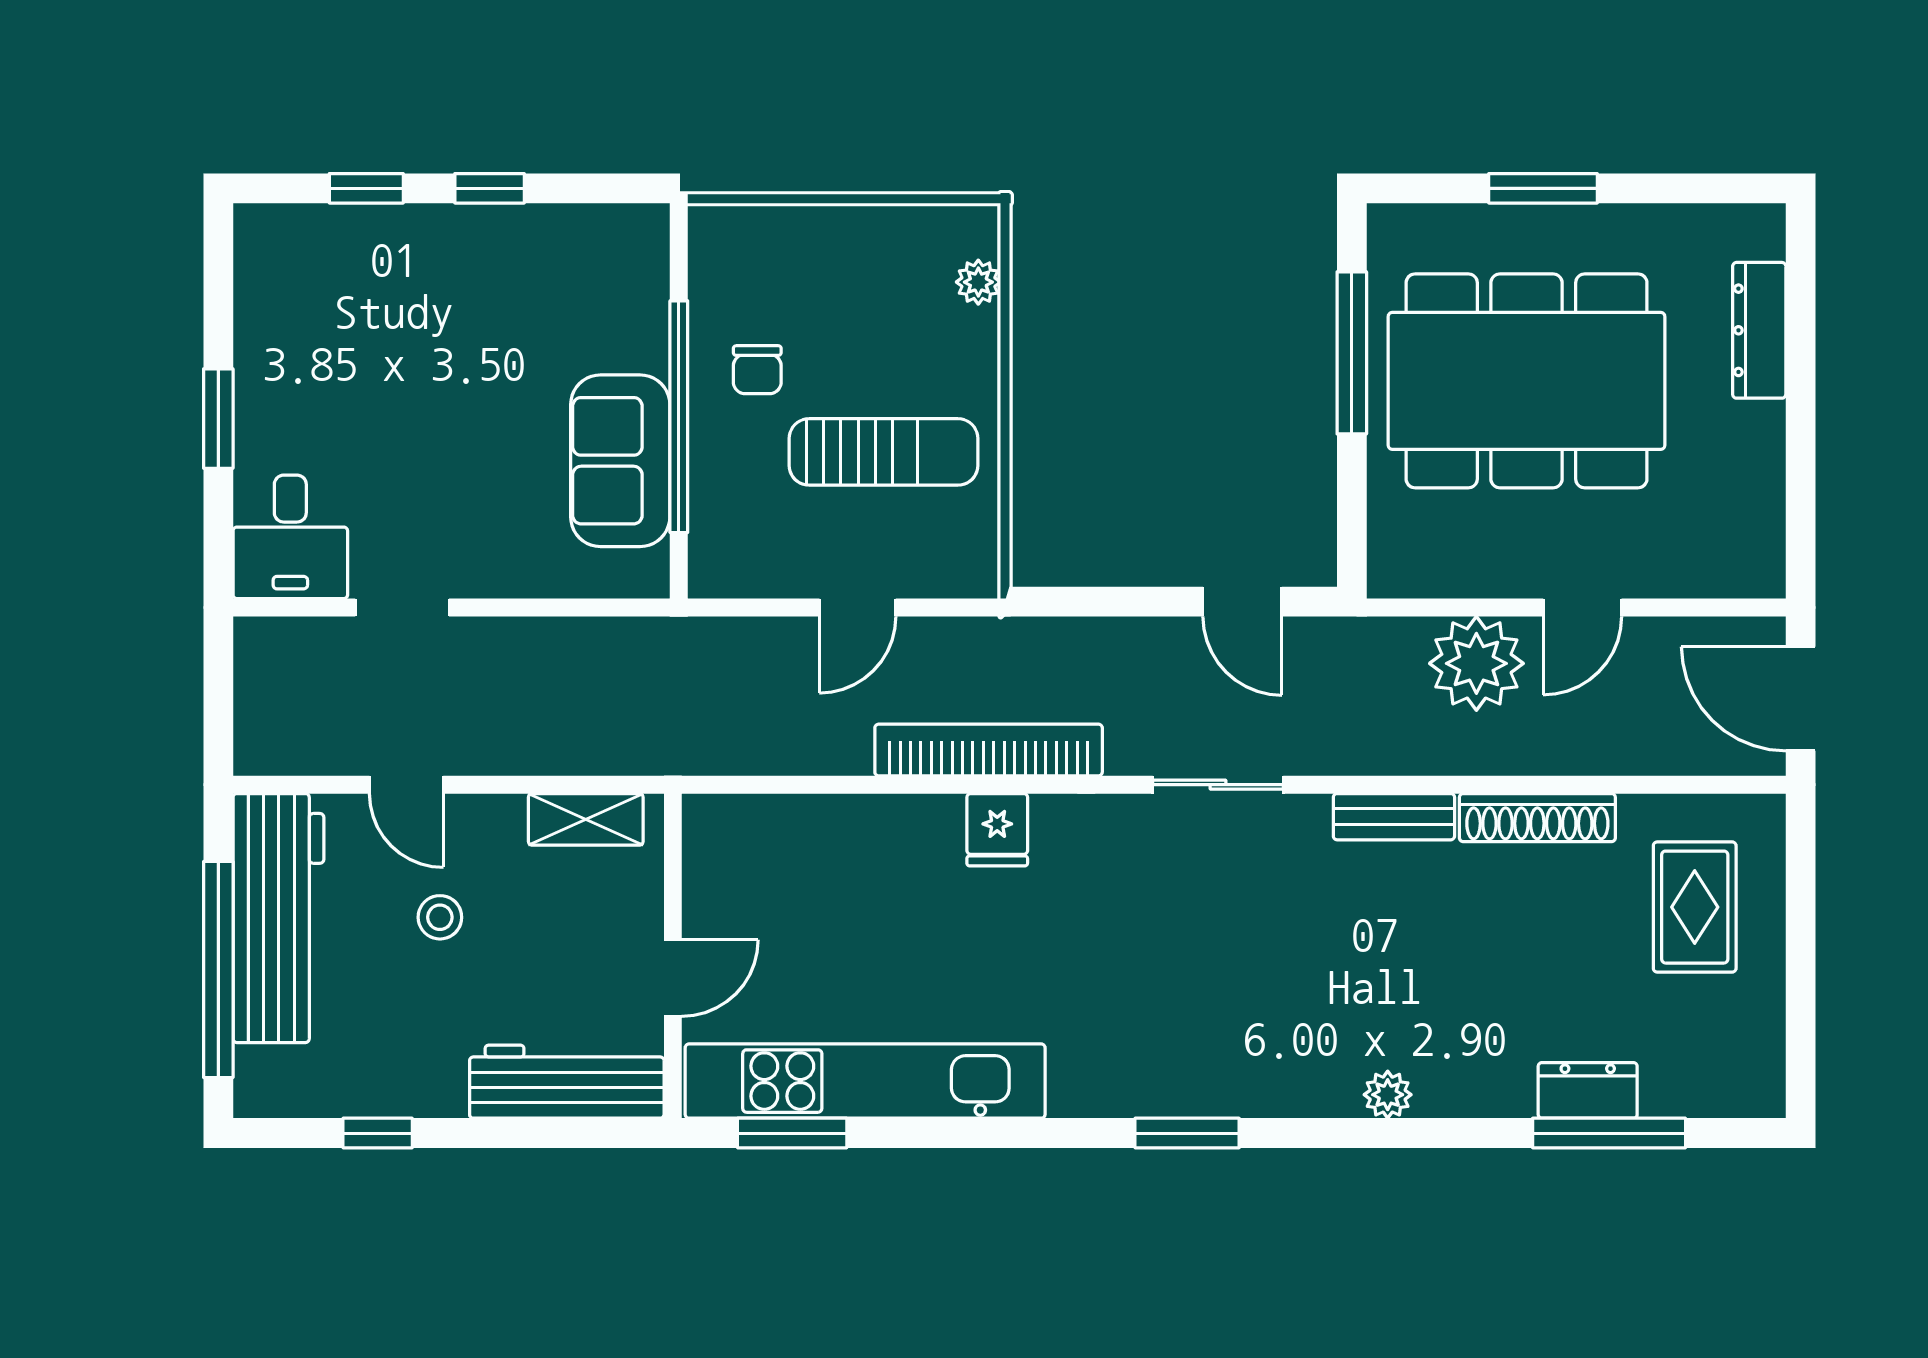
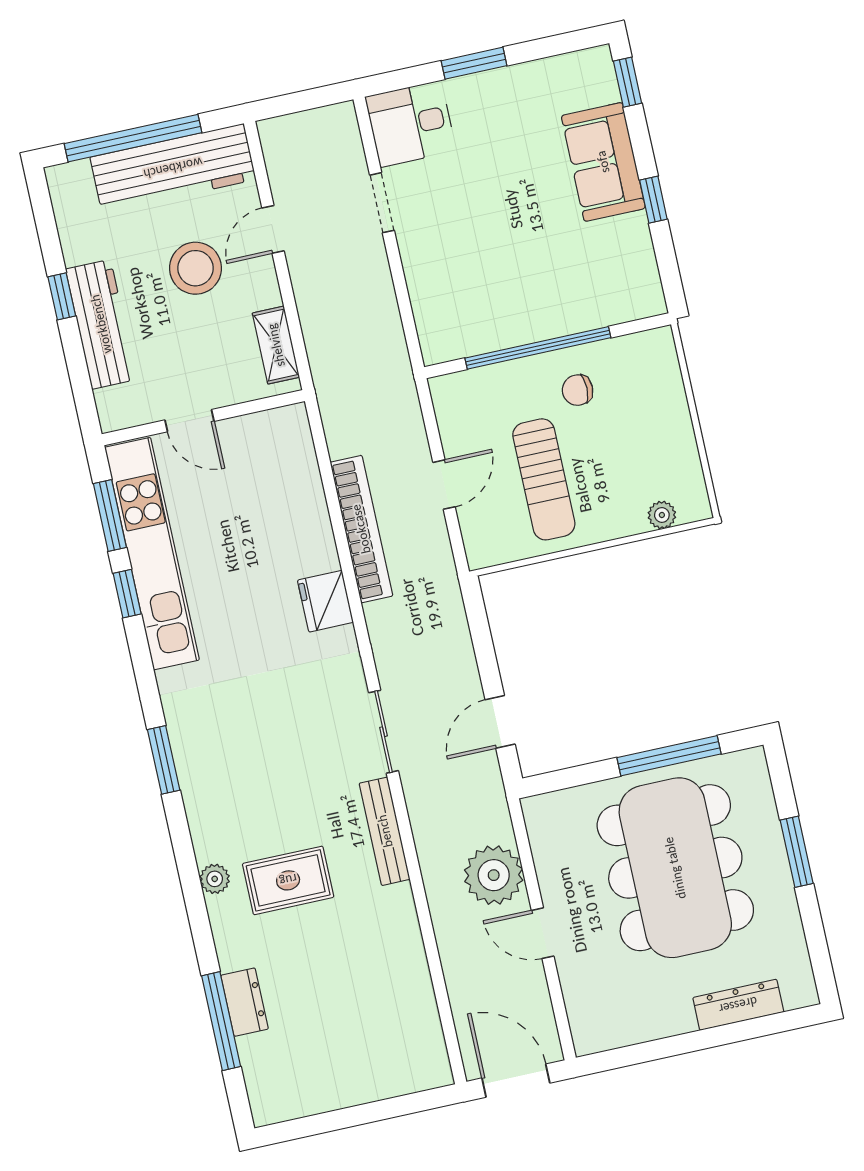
window: (366, 188) -> (628, 82), moved
sofa: (620, 461) -> (603, 162), moved, turned -90
door: (858, 608) -> (444, 485), swing flipped
door: (1801, 699) -> (516, 1081), hinge flipped
bookcase: (989, 750) -> (361, 529), moved
bench: (1394, 817) -> (385, 831), width x1.36
shoe rack: (1537, 818) -> (407, 934), removed
fridge: (997, 830) -> (326, 601), width x1.38
rug: (1695, 907) -> (288, 880), moved
stool: (440, 917) -> (196, 268), width x1.89, depth x1.89
workbench: (567, 1082) -> (101, 324), moved
window: (378, 1133) -> (62, 296), moved
window: (918, 1133) -> (127, 594), added

